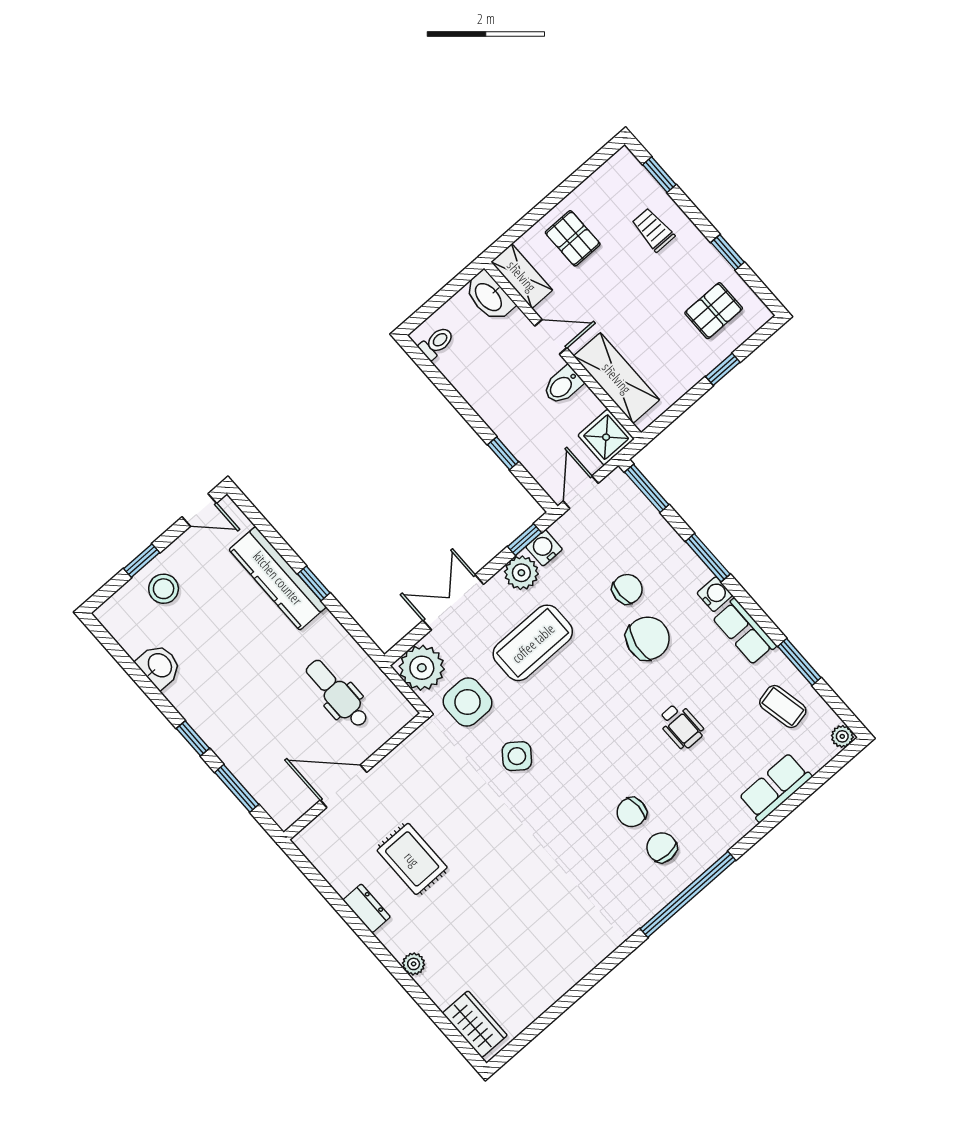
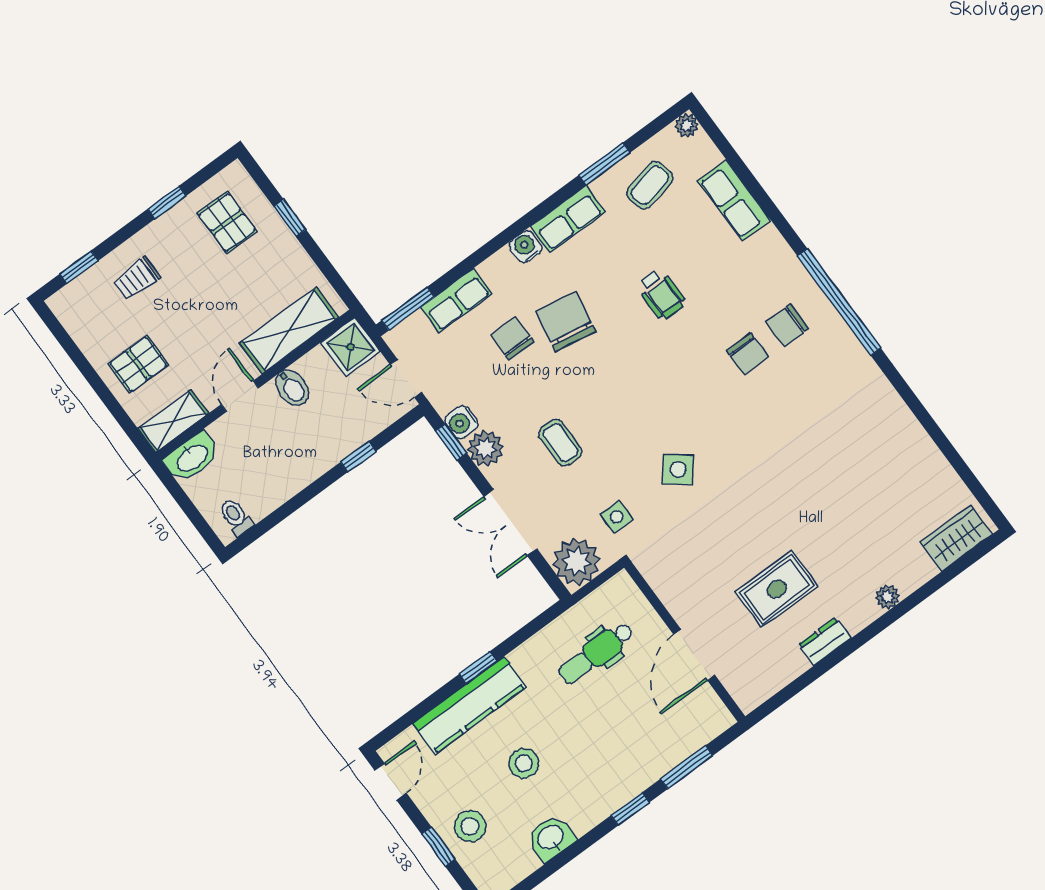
row of seats: (659, 533) -> (456, 300), added
window: (708, 558) -> (487, 251), removed
stool: (227, 634) -> (524, 763), added
coffee table: (533, 643) -> (560, 443), width x0.54, depth x0.58
side table: (467, 702) -> (617, 517), width x0.54, depth x0.54
wheelchair: (681, 726) -> (661, 294), turned 90

